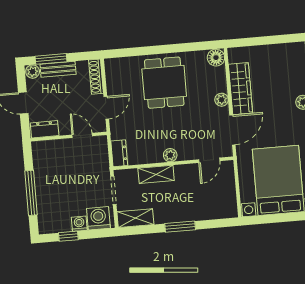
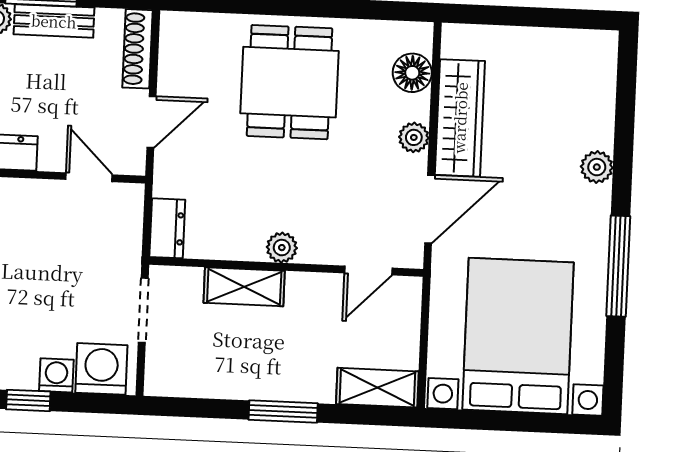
floor lamp: (216, 58) -> (412, 73), moved
shelving: (135, 218) -> (377, 388), moved

